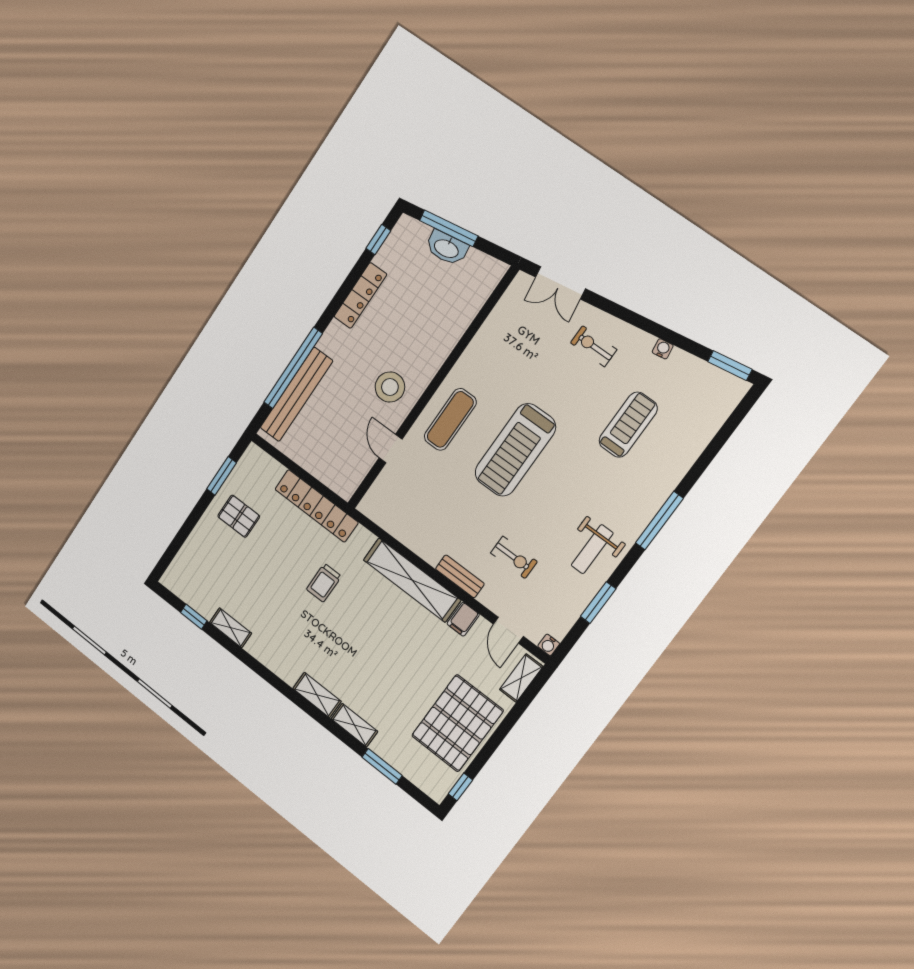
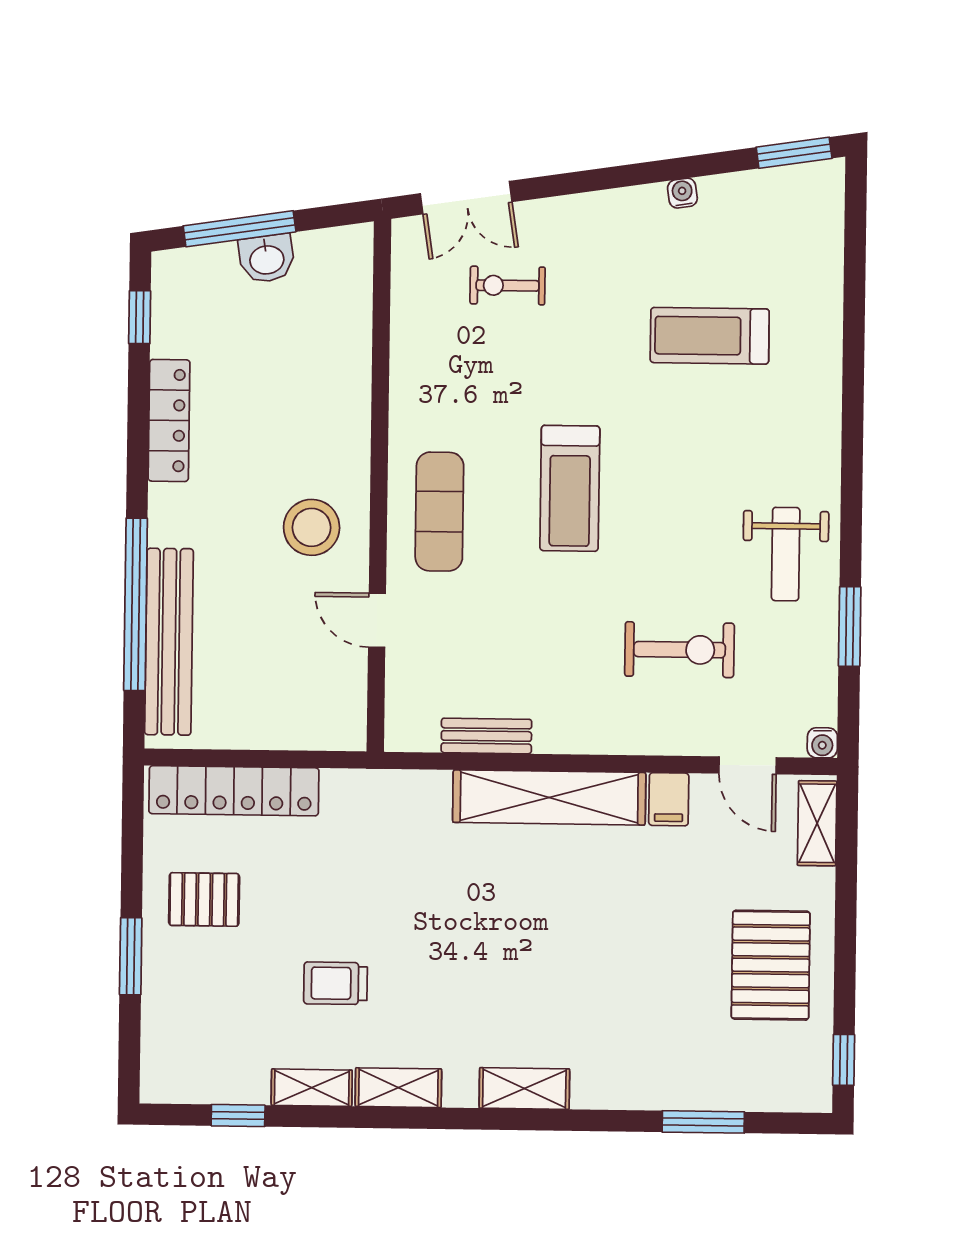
washbasin: (447, 248) -> (267, 259), width x0.72
exercise bike: (594, 346) -> (508, 286), moved
treadmill: (628, 425) -> (710, 336), turned -90
treadmill: (515, 450) -> (570, 488), width x0.73, depth x0.73
window: (222, 476) -> (131, 956), moved
locker: (316, 506) -> (234, 791), moved
window: (659, 521) -> (852, 443), removed
exercise bike: (514, 557) -> (680, 650), width x1.38, depth x1.39
bench: (460, 576) -> (486, 736), moved
trolley: (324, 583) -> (335, 983), moved, turned 90
pallet: (457, 723) -> (771, 965), width x0.73, depth x0.71
shelving: (354, 725) -> (398, 1088), moved

